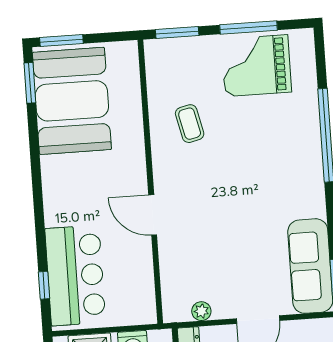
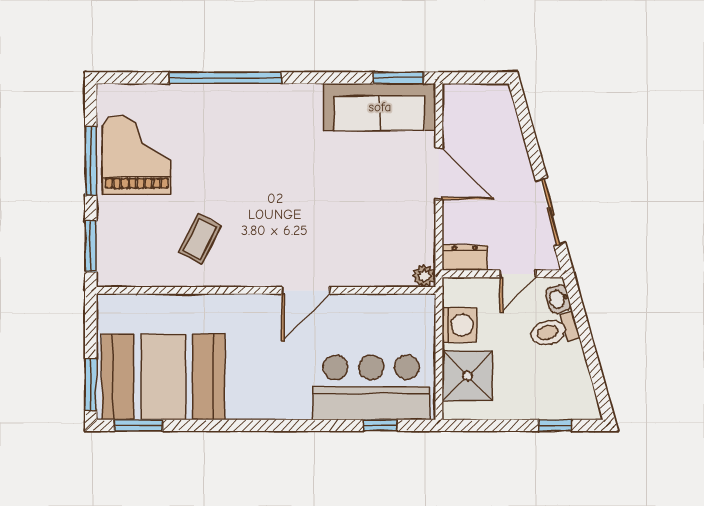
grand piano: (256, 66) -> (137, 155), turned 180
coffee table: (190, 124) -> (200, 239), turned -50
plant: (201, 311) -> (424, 276), moved

